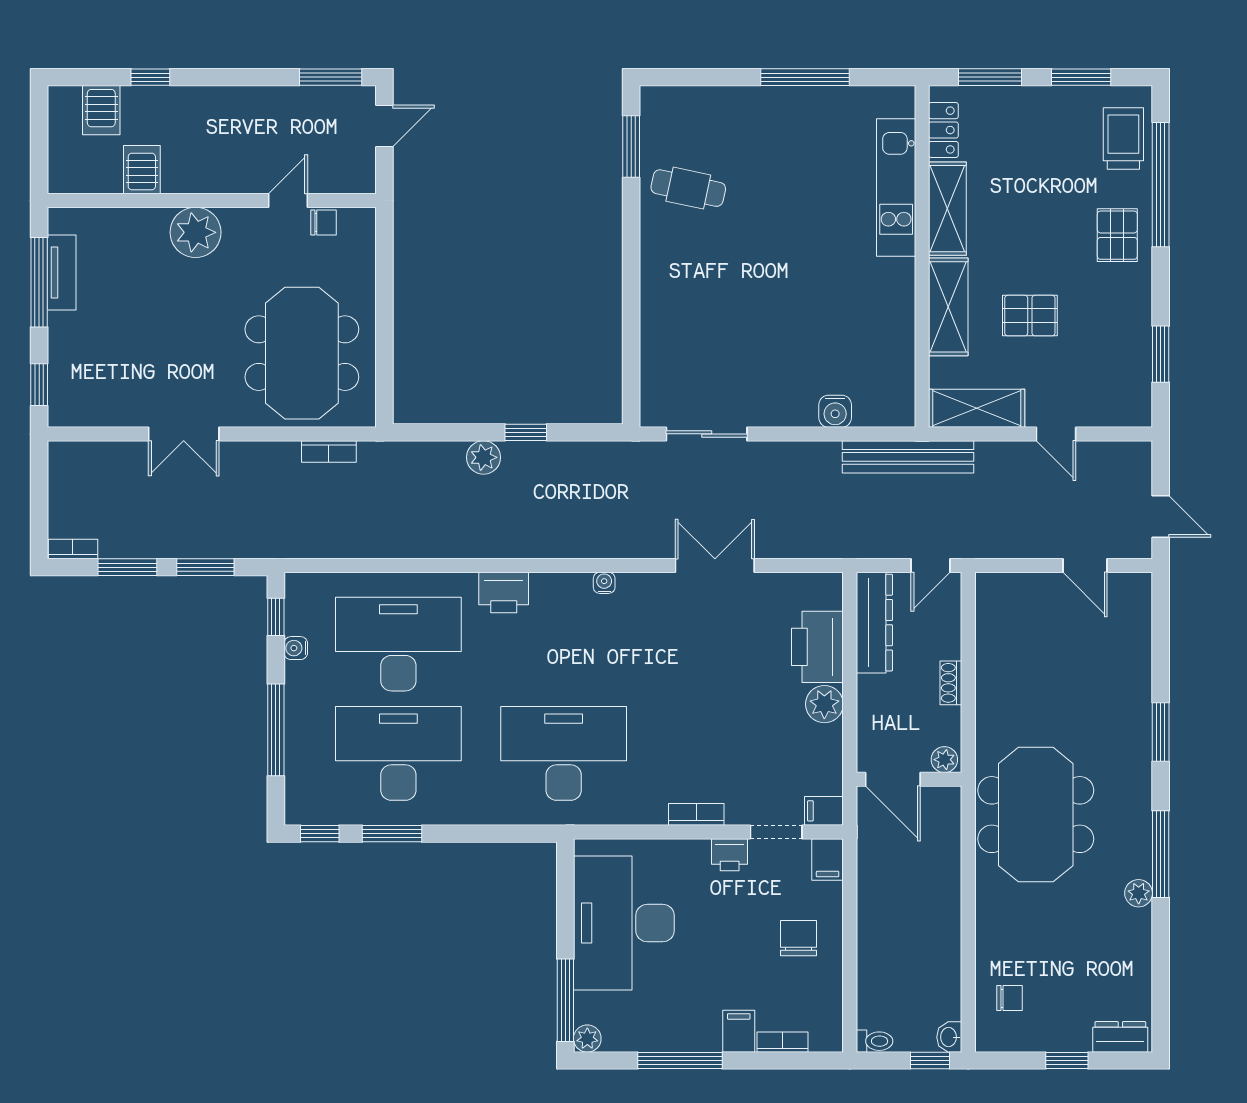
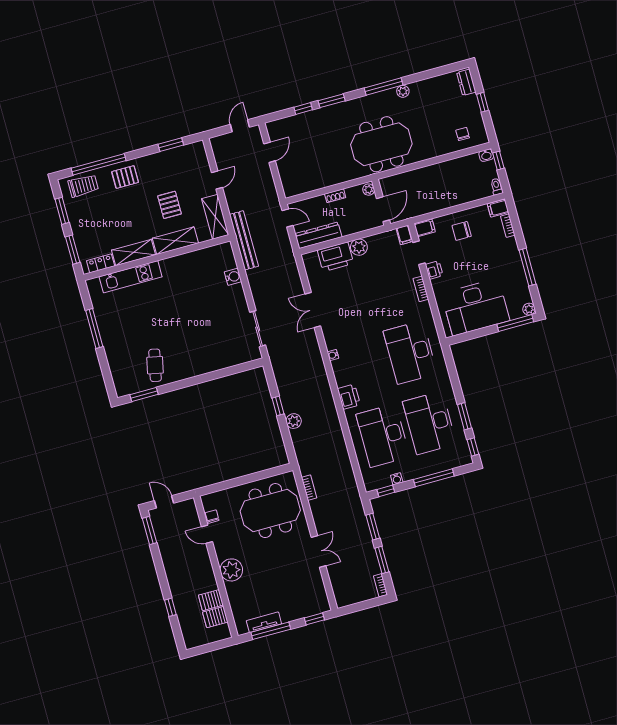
server rack: (101, 110) -> (215, 617), moved, turned 180
trolley: (1123, 138) -> (83, 186), turned 180
window: (1161, 665) -> (303, 109), added
filing cabinet: (739, 1031) -> (498, 208), moved

